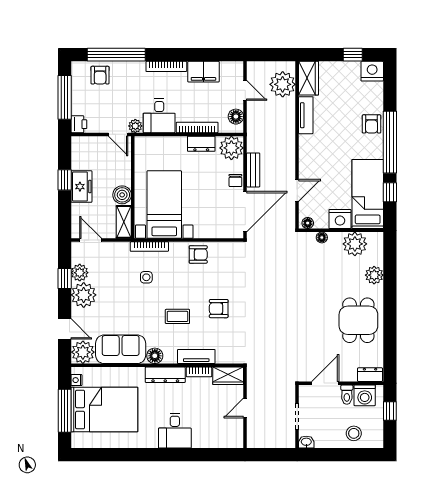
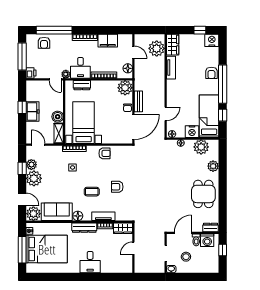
dresser: (201, 144) -> (82, 85), moved
stool: (354, 433) -> (186, 257), moved

